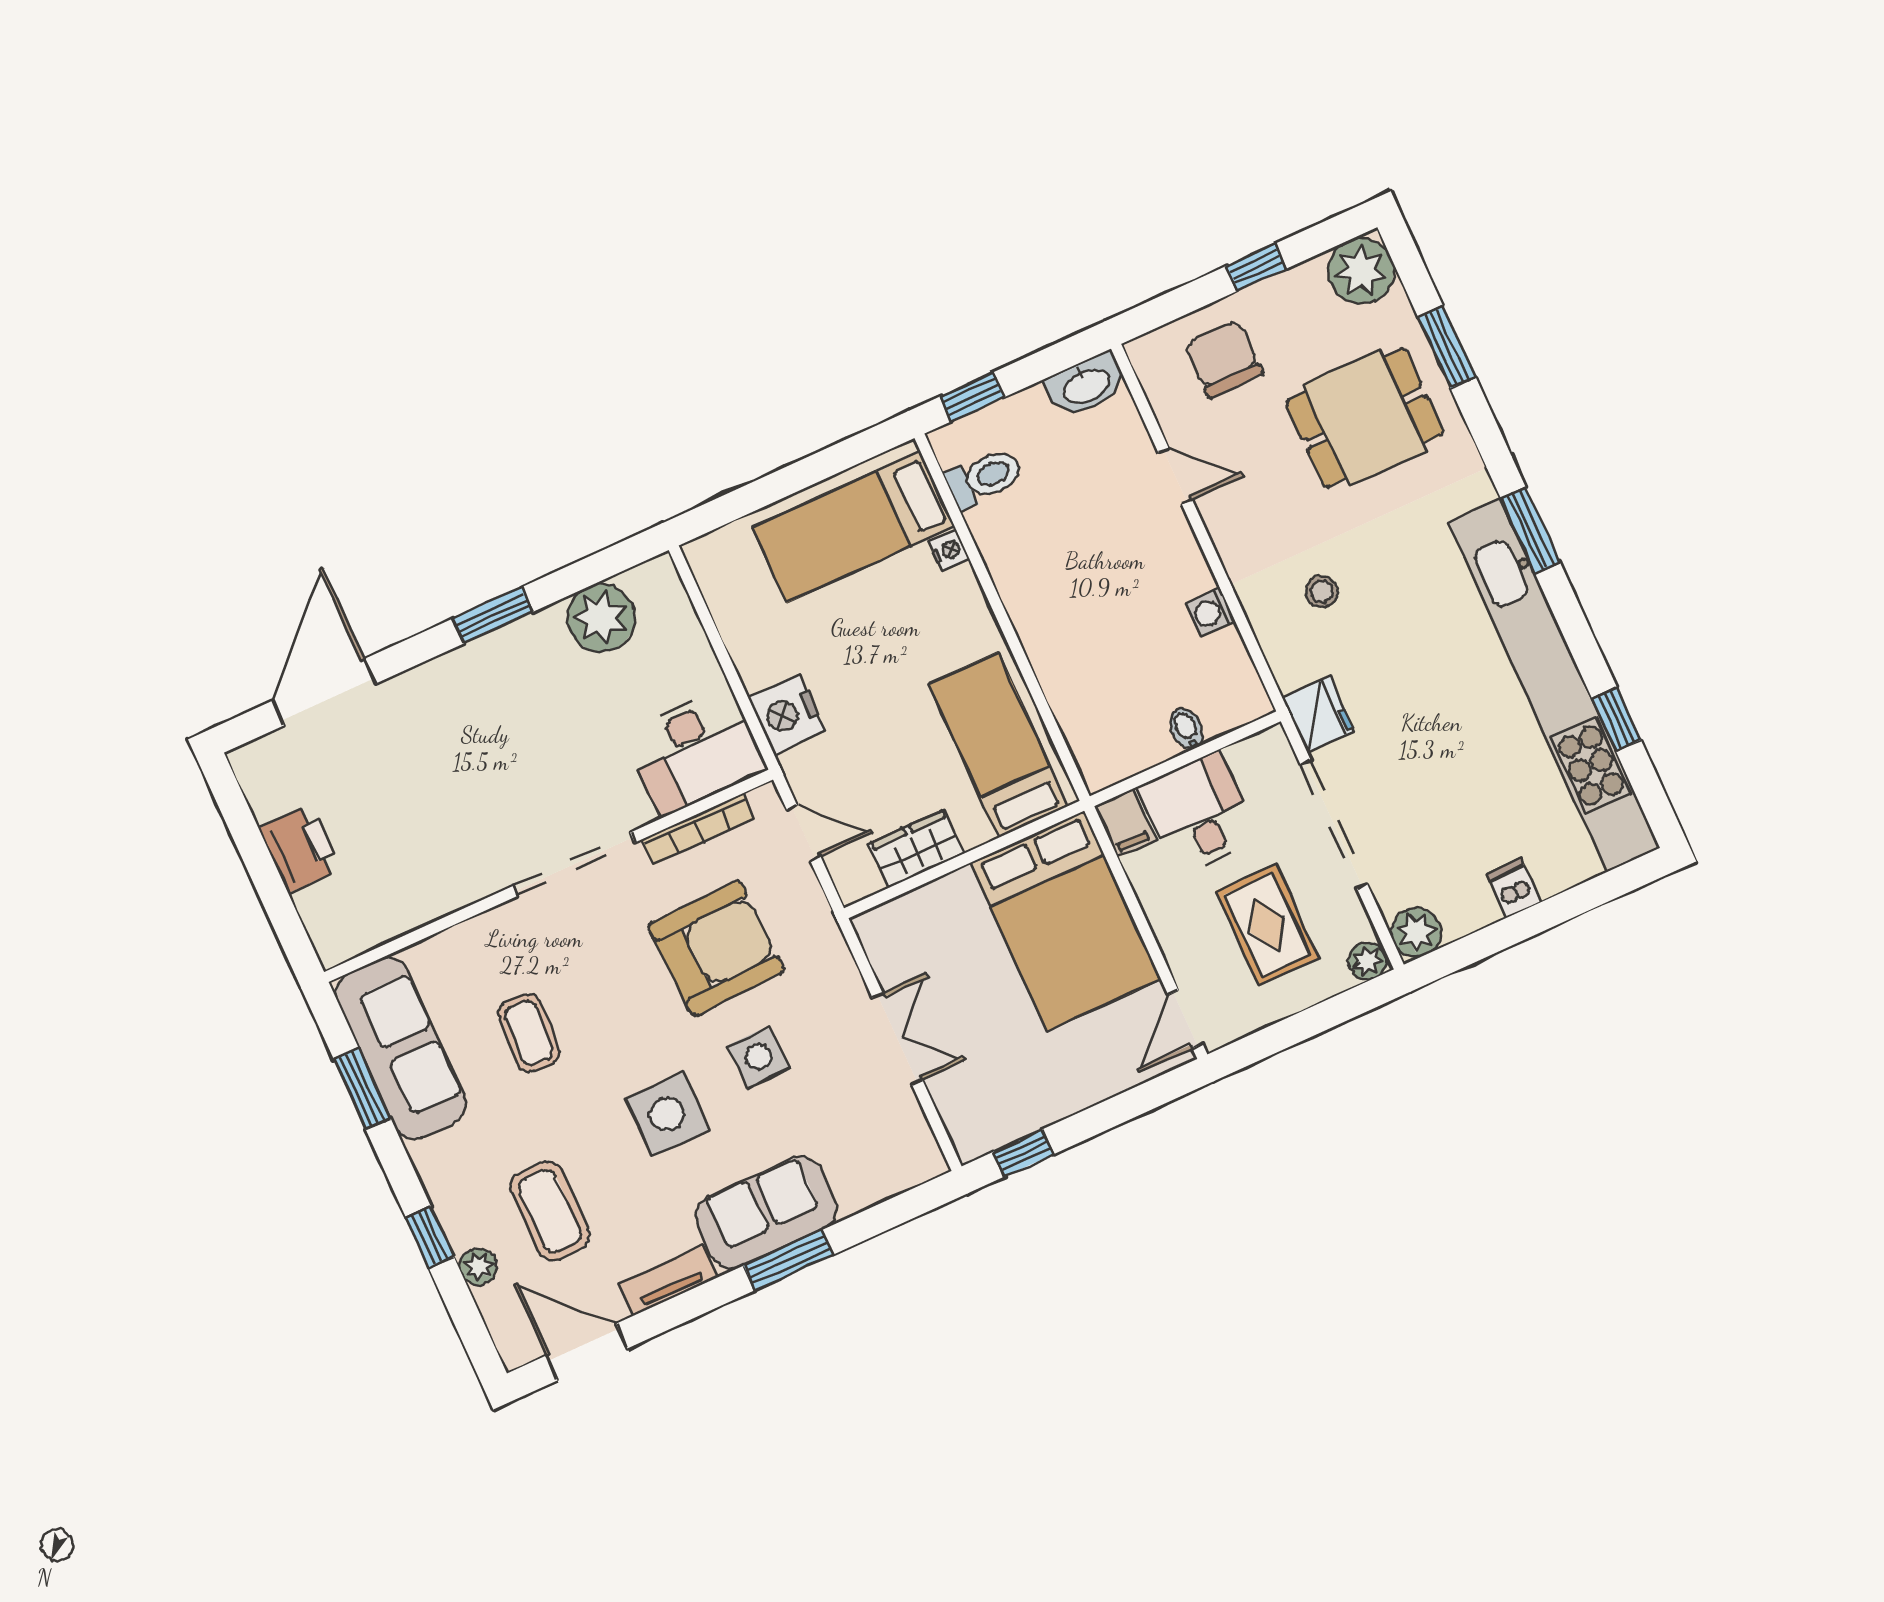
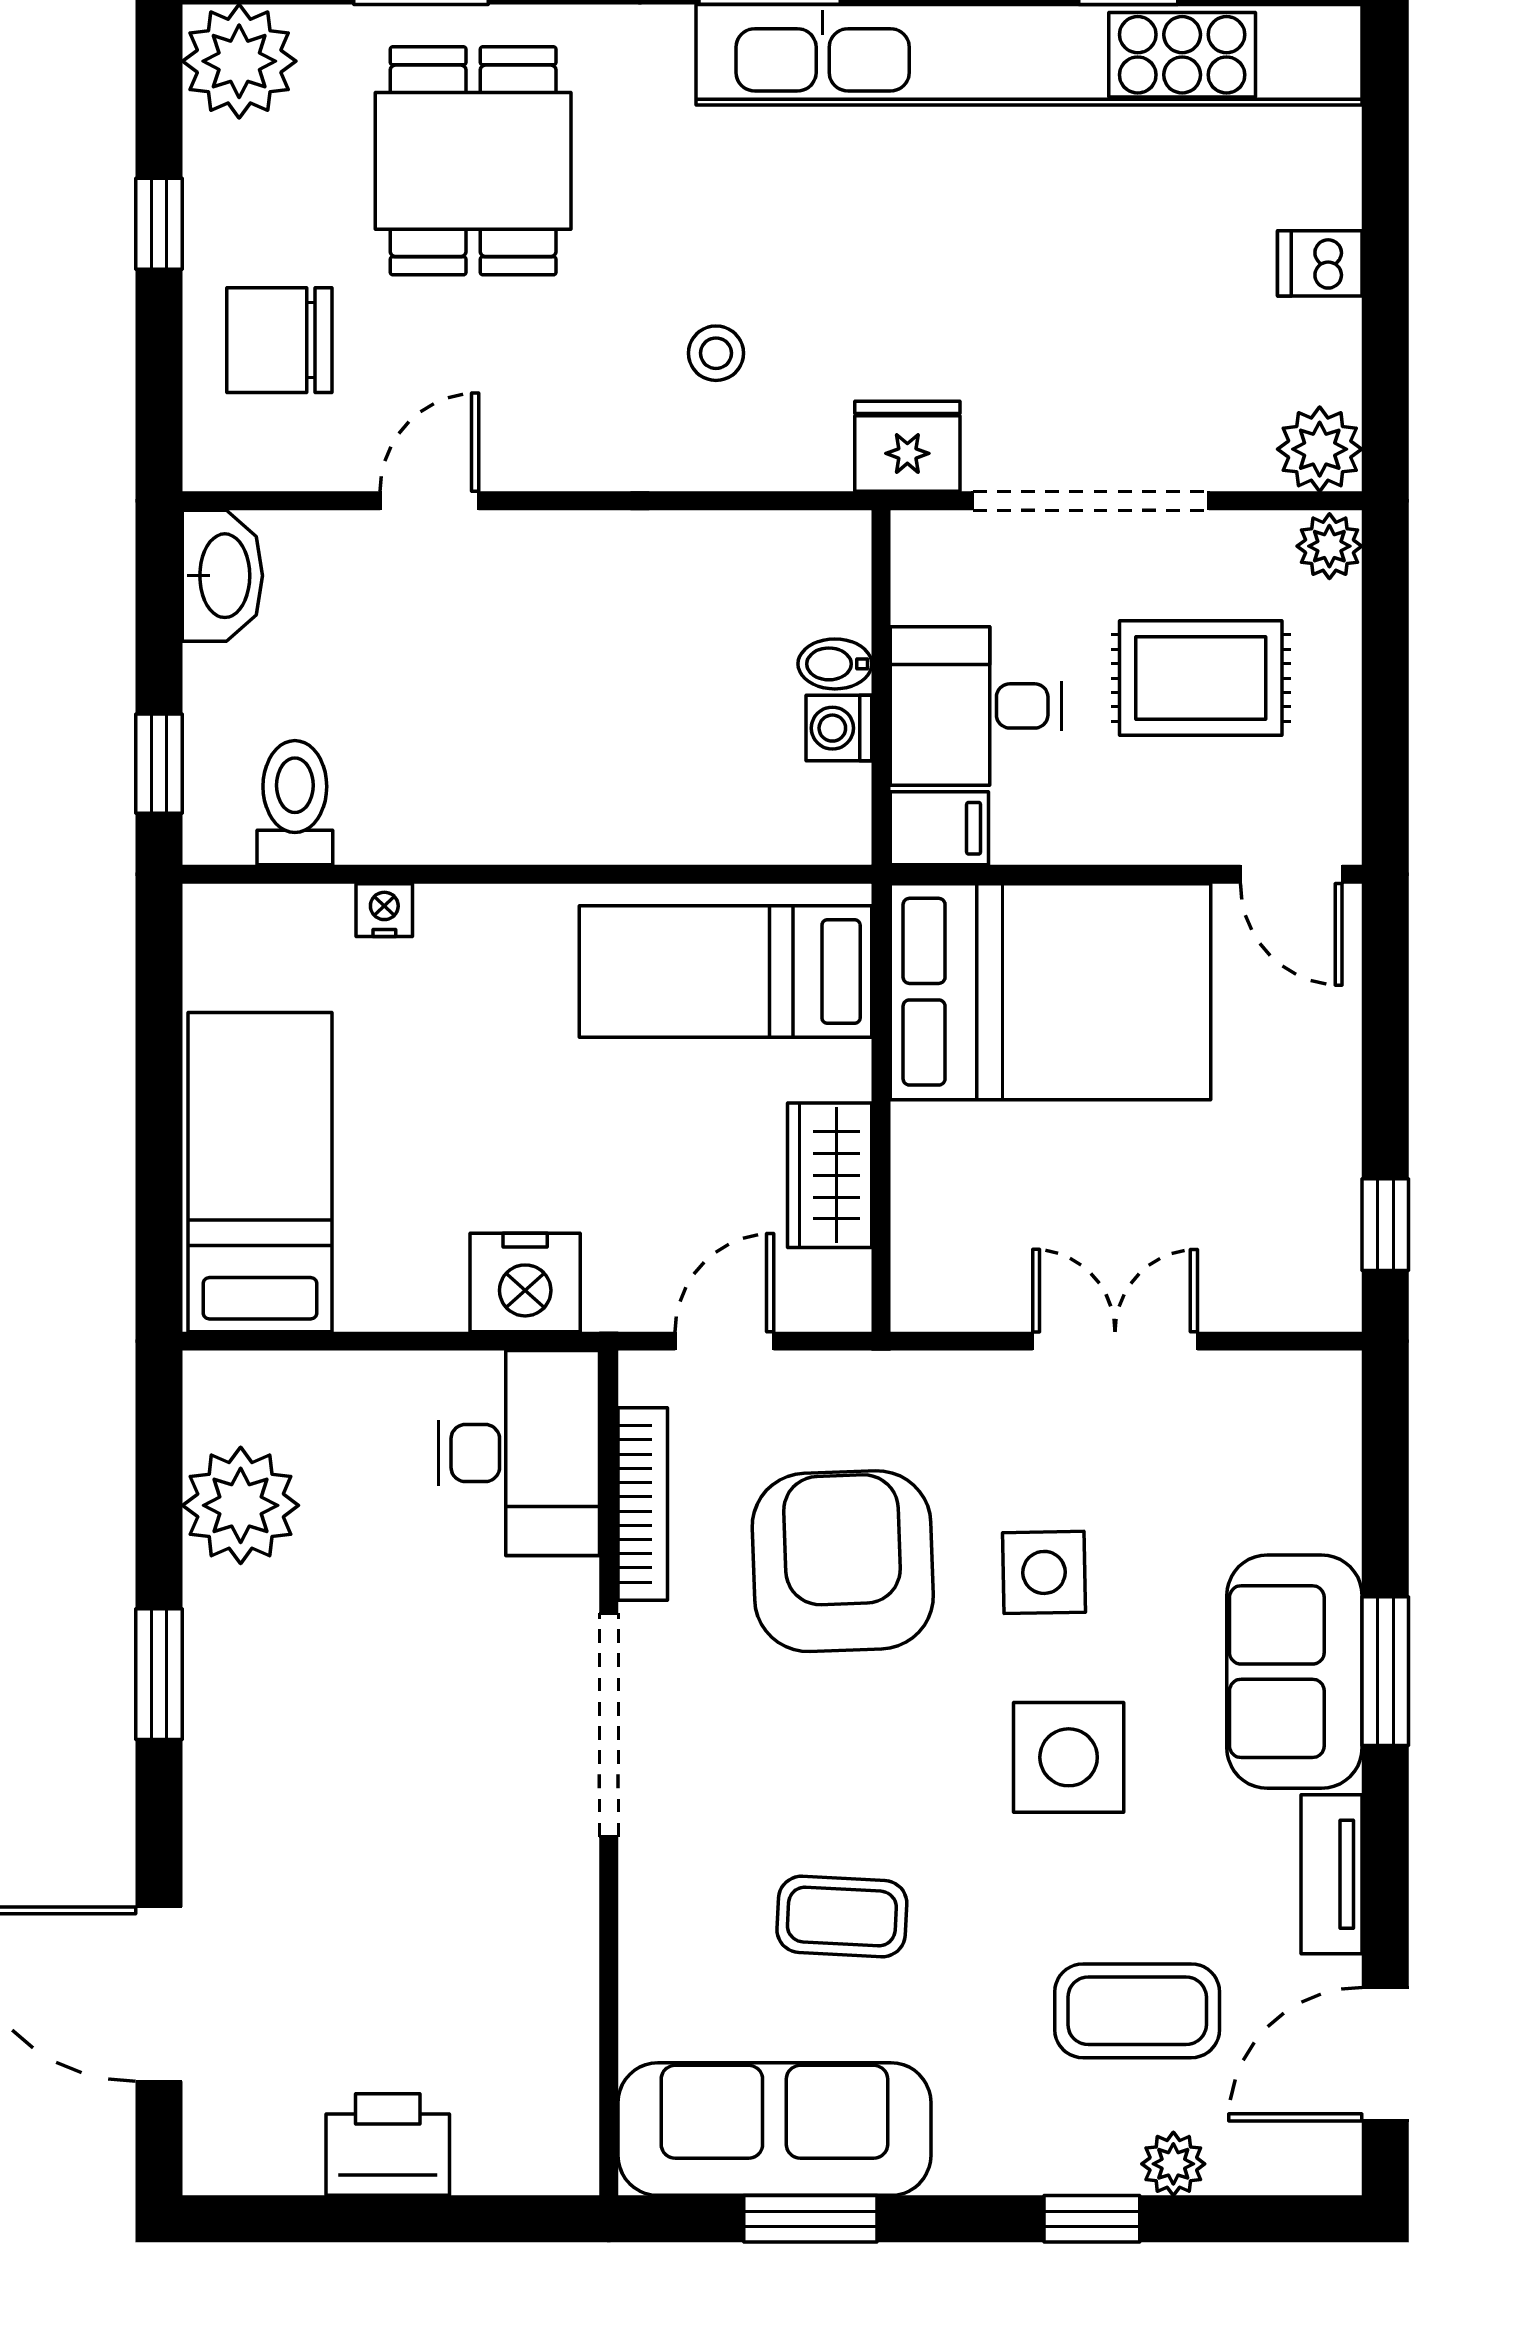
bed: (853, 527) -> (260, 1172), moved, turned 180
washing machine: (1210, 612) -> (839, 728), moved, turned 90

